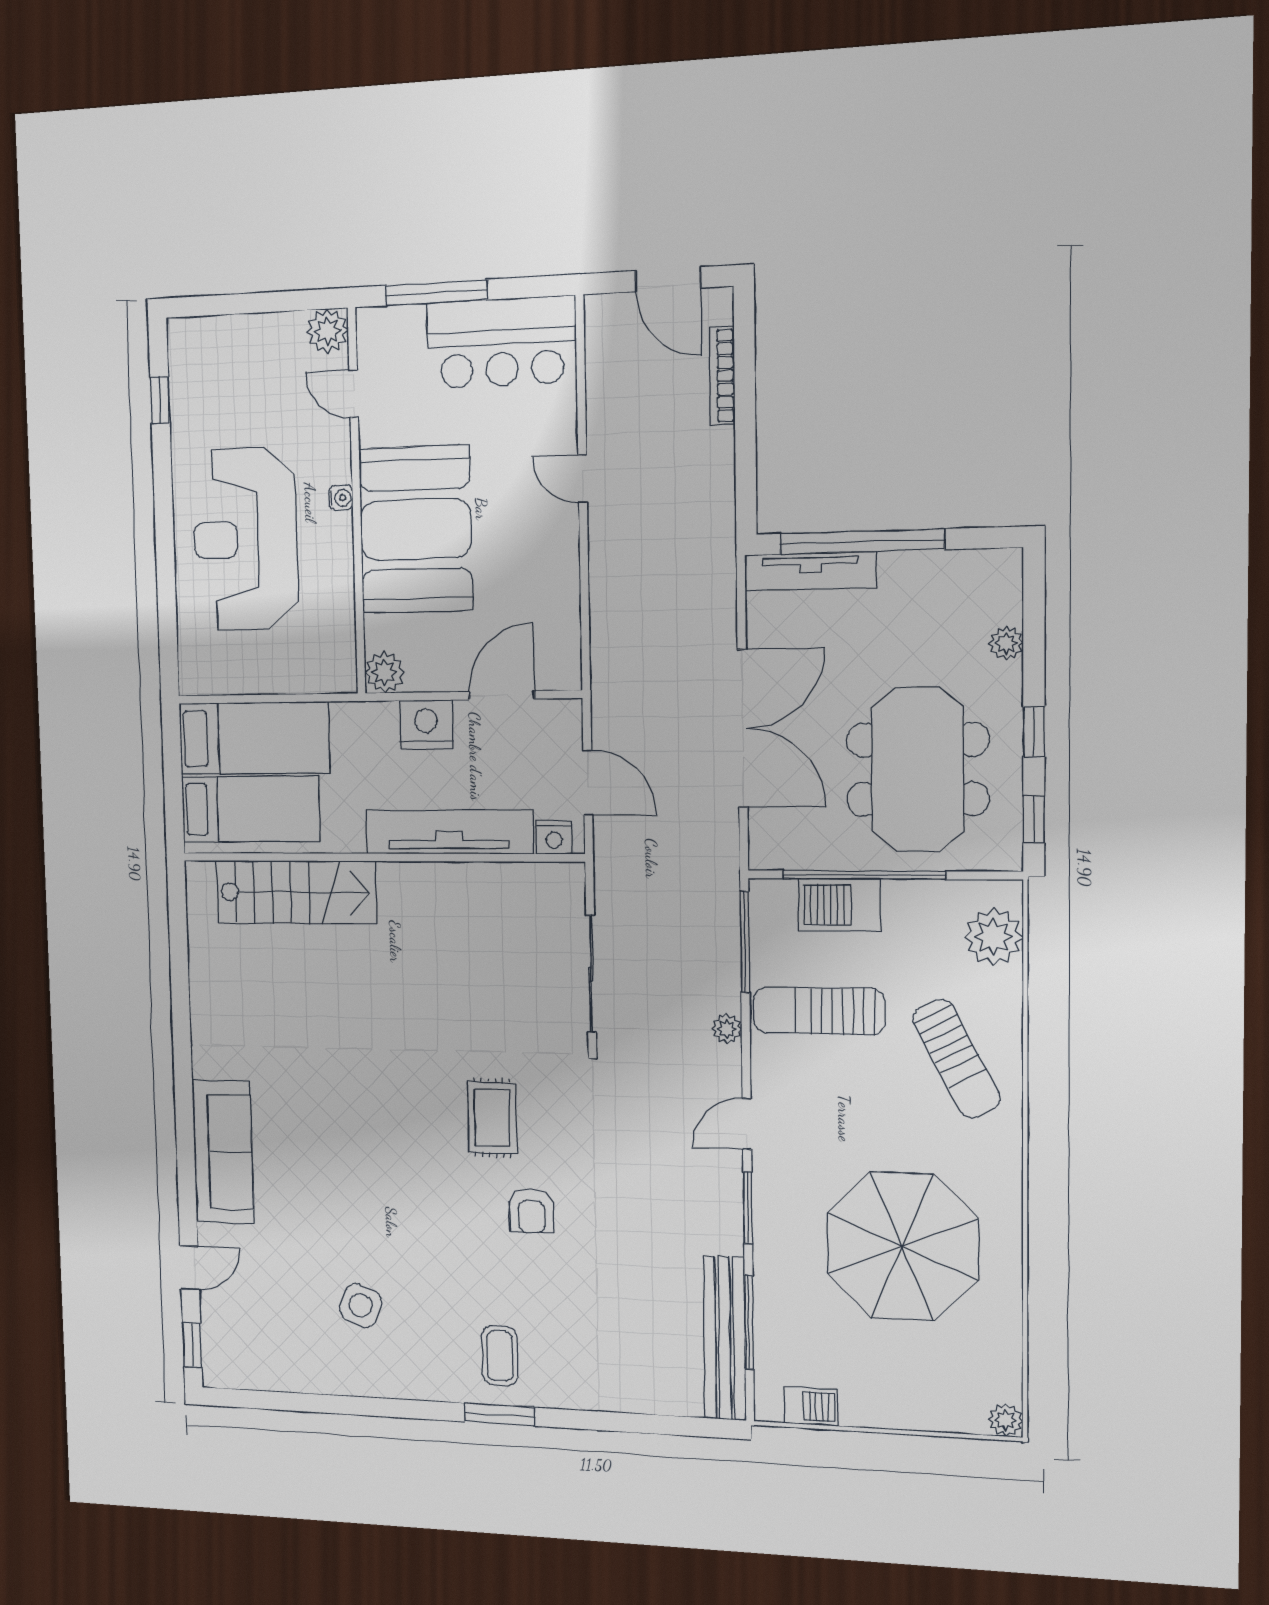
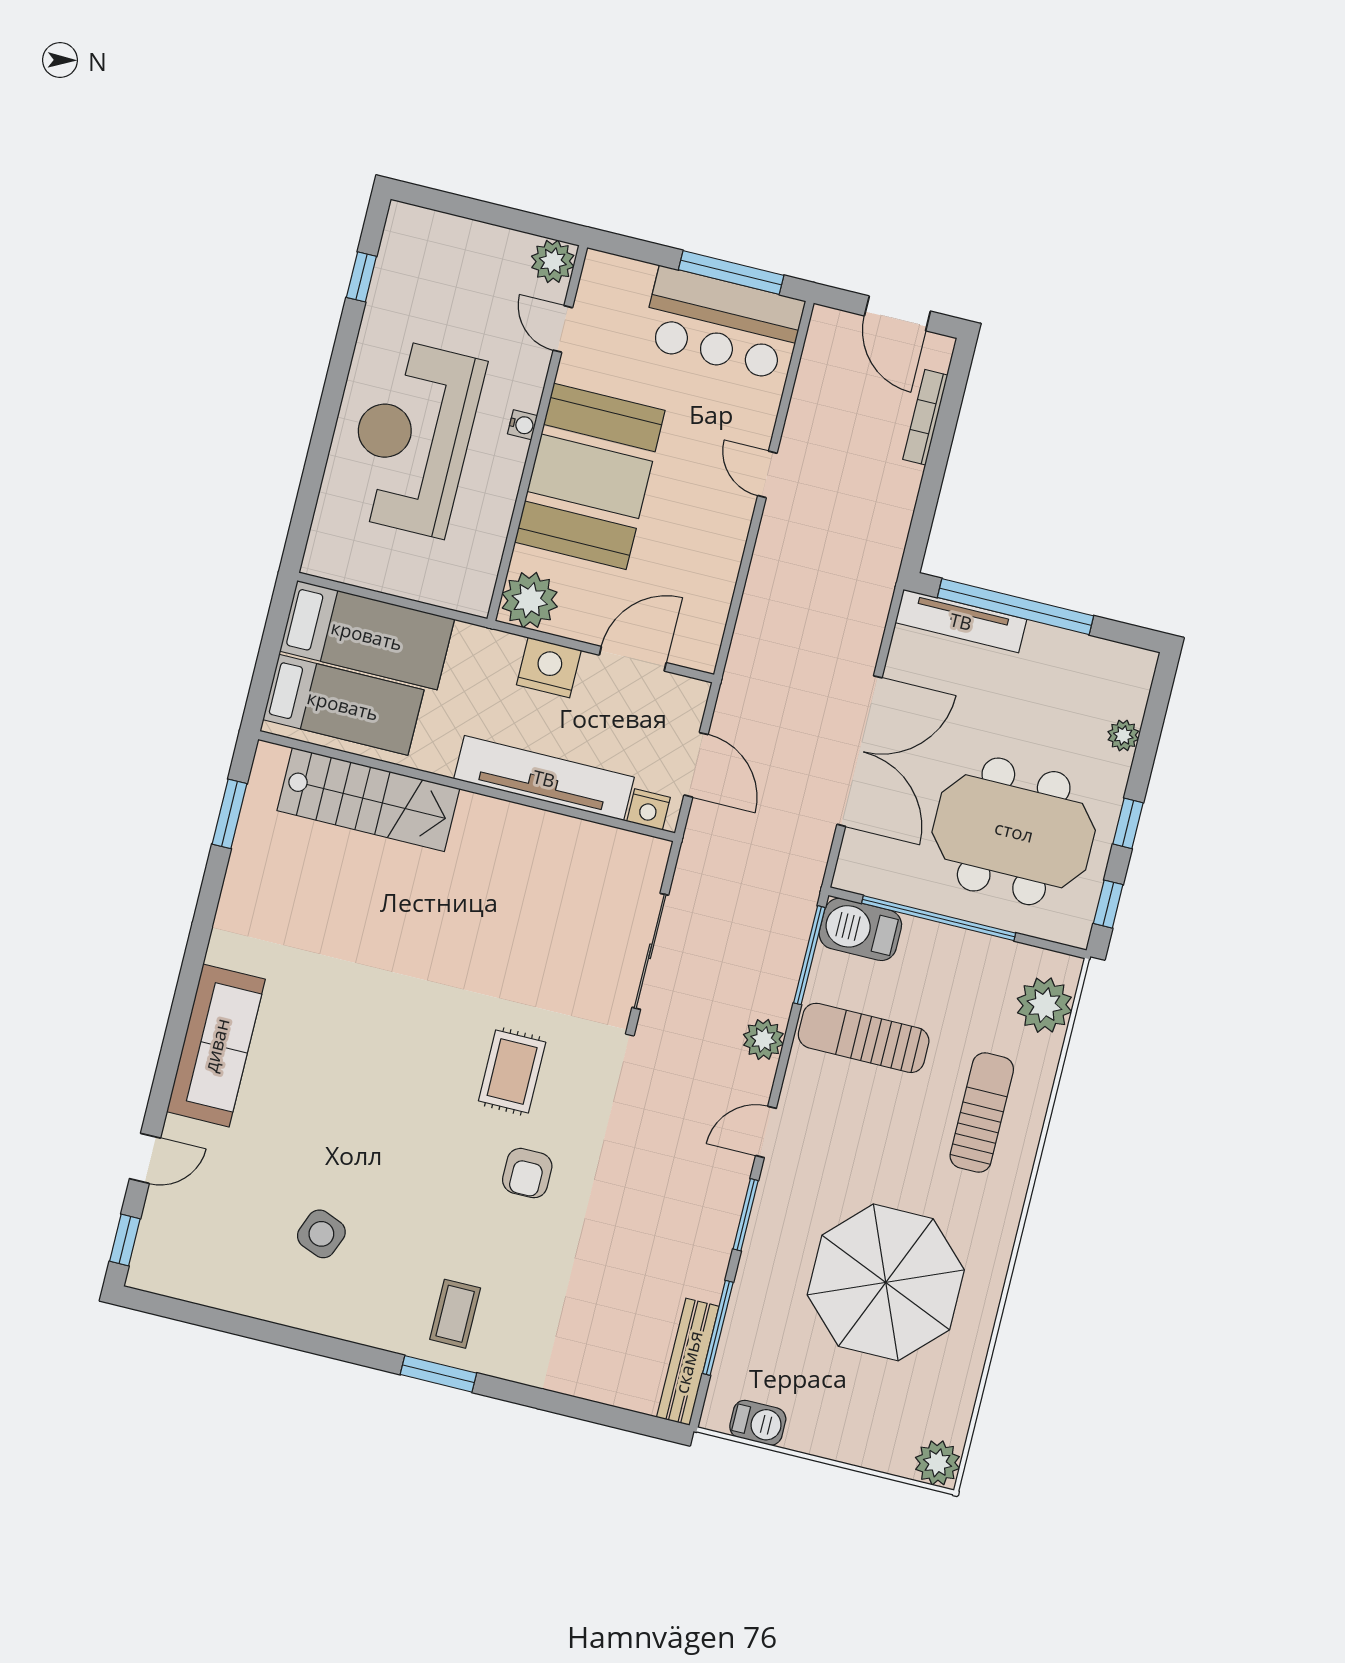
window: (436, 293) -> (731, 273), moved
plant: (384, 672) -> (530, 600), width x1.36, depth x1.36
meeting table: (918, 769) -> (1014, 831), turned 90
barbecue: (840, 905) -> (860, 929), moved
window: (178, 936) -> (230, 814), added
plant: (727, 1029) -> (763, 1039), width x1.38, depth x1.38
sun lounger: (956, 1059) -> (982, 1113), turned -152
bench: (725, 1338) -> (688, 1362), width x0.73, depth x0.82
plant: (1006, 1420) -> (937, 1463), width x1.38, depth x1.38

